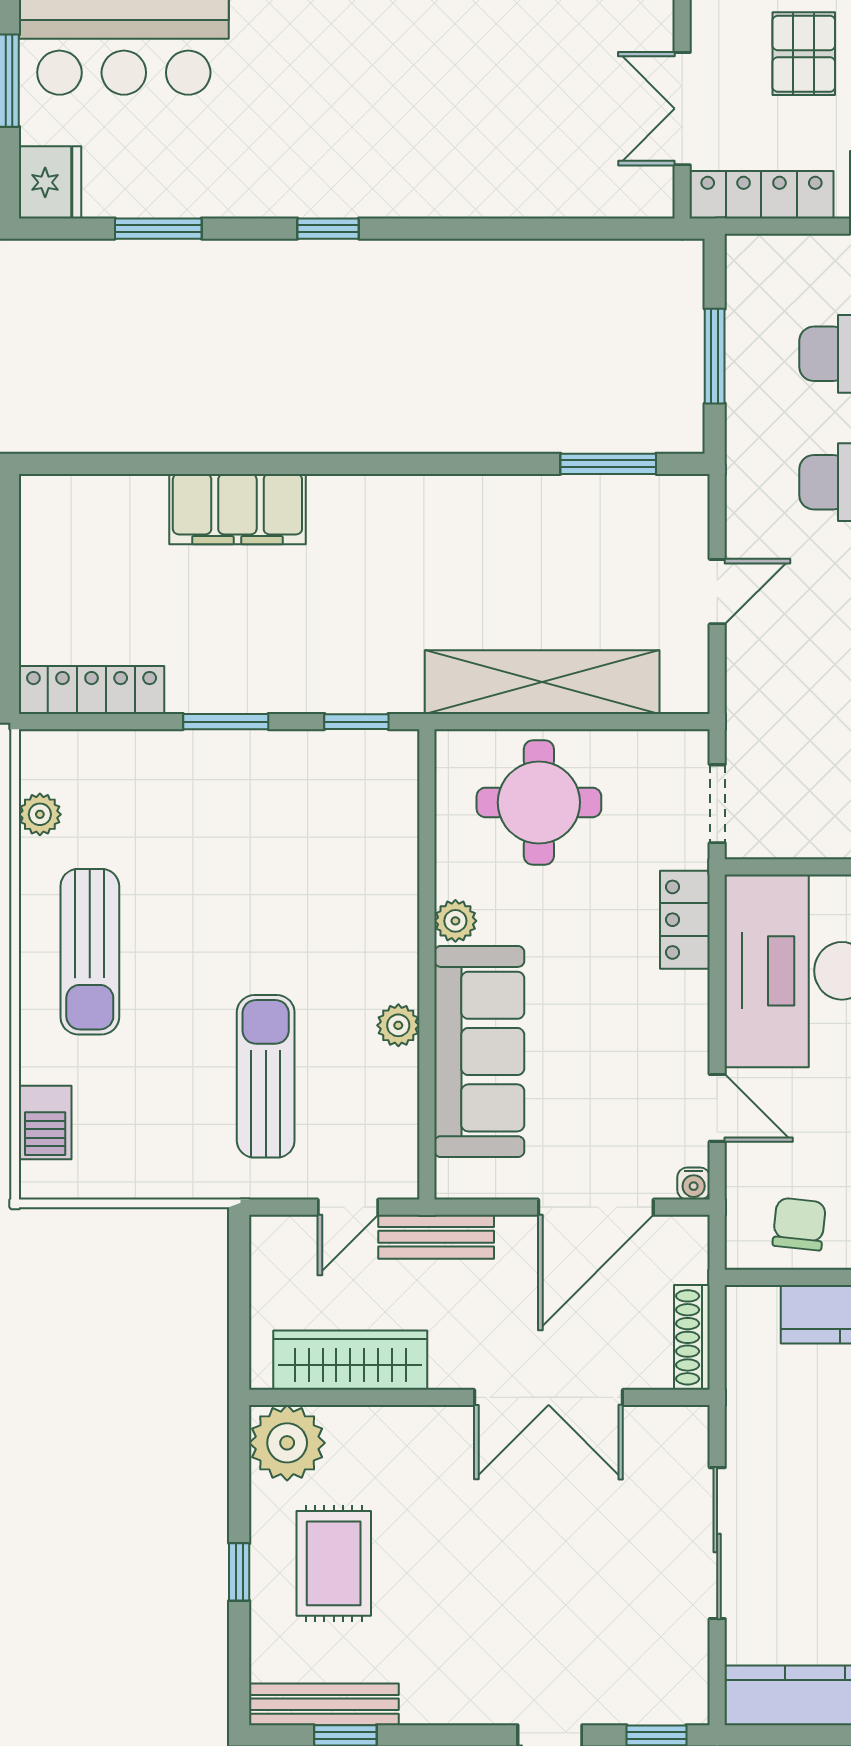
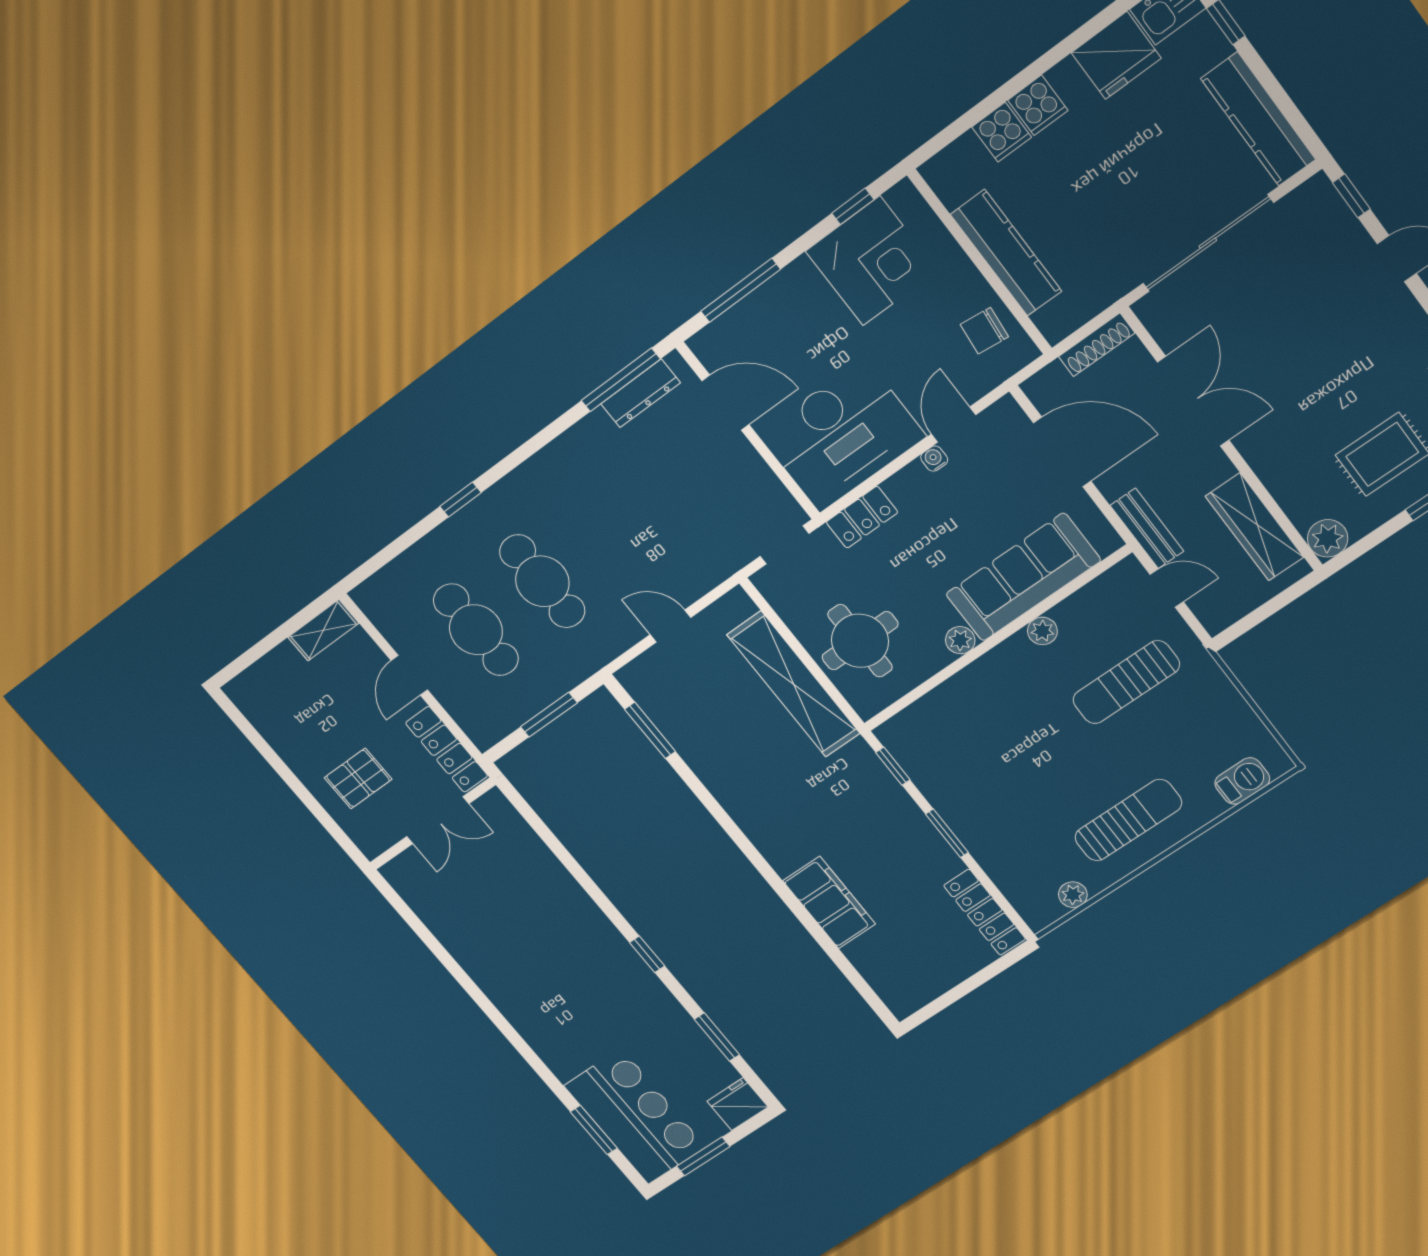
water cooler: (694, 1184) -> (934, 459), moved, turned -90
plant: (287, 1443) -> (1328, 538), width x0.73, depth x0.73
sliding door: (717, 1543) -> (1208, 243), width x1.36

